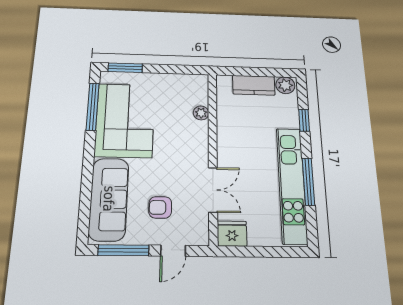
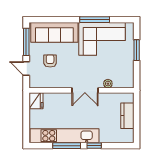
window: (125, 68) -> (137, 50), moved
plant: (285, 85) -> (128, 135), removed
window: (93, 106) -> (95, 20), moved
window: (304, 120) -> (94, 146), moved
double door: (213, 190) -> (85, 90), moved

